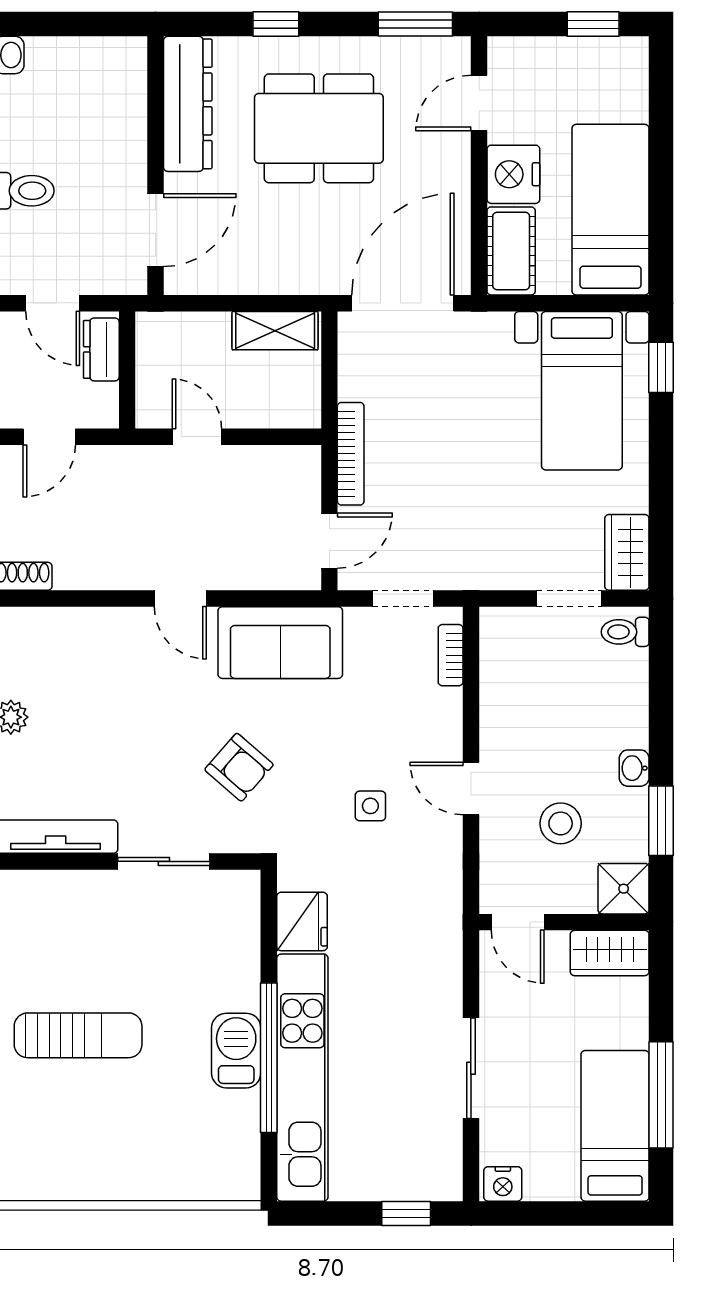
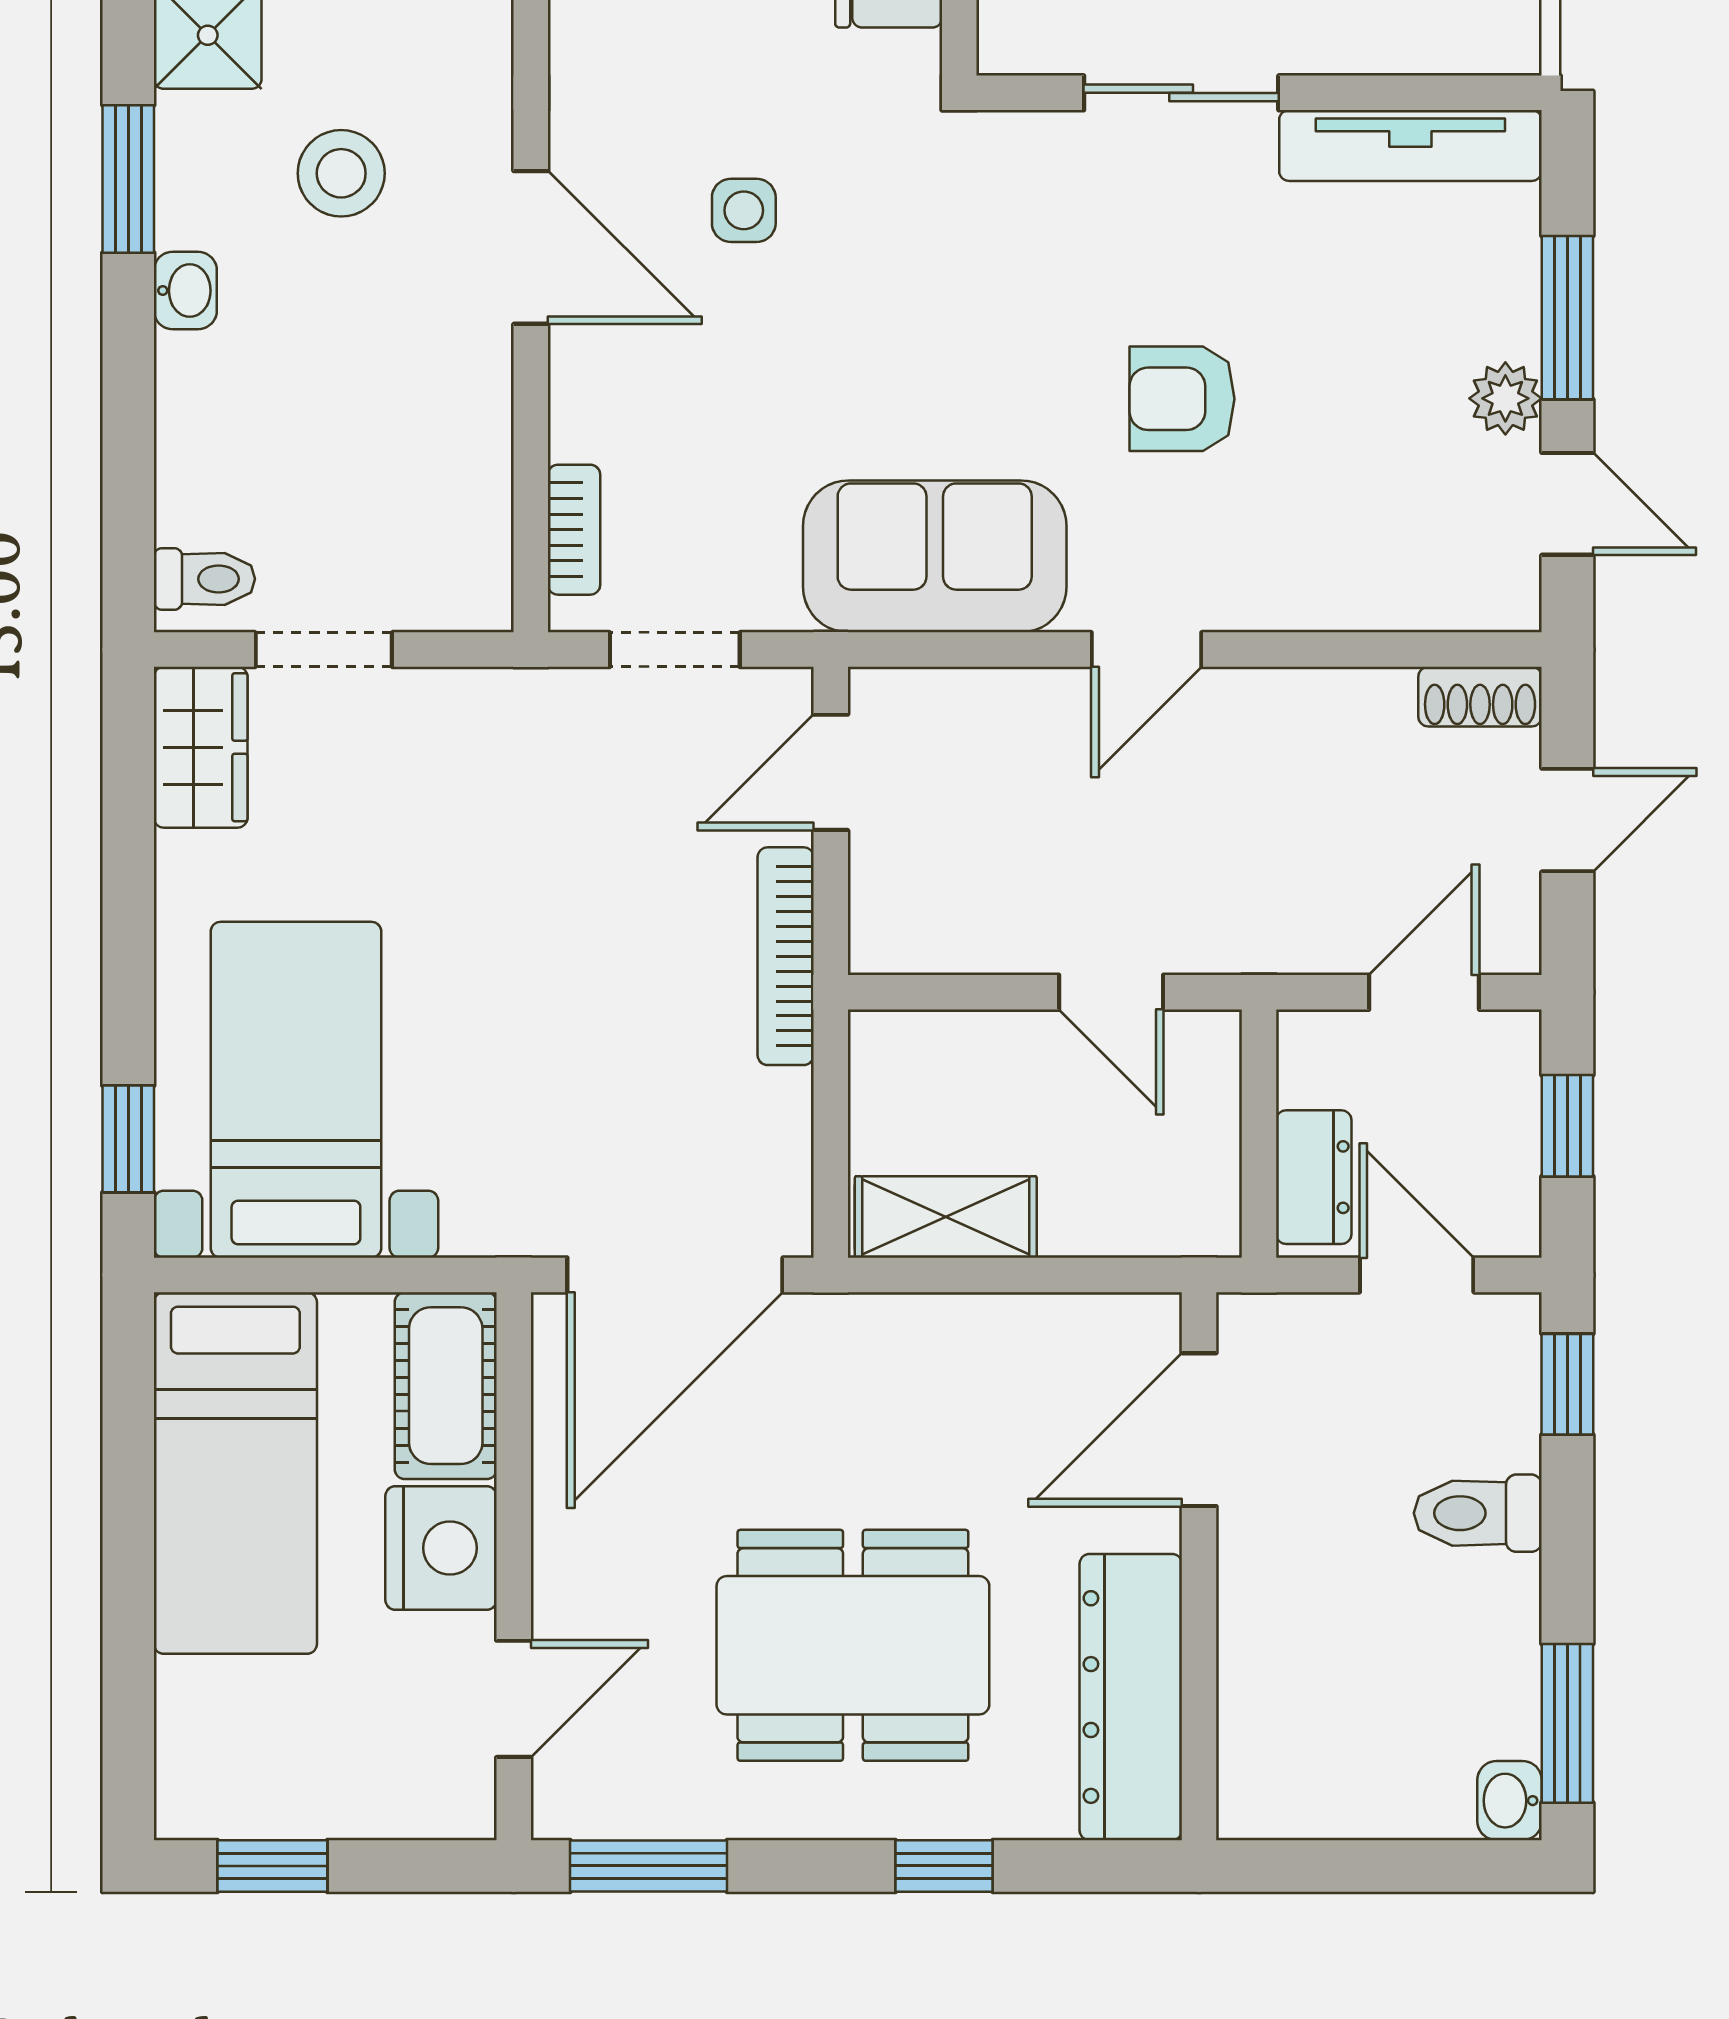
door: (180, 599) -> (1146, 650), swing flipped
armchair: (239, 767) -> (1182, 399), moved, turned -41
door: (471, 788) -> (531, 247), width x1.38

